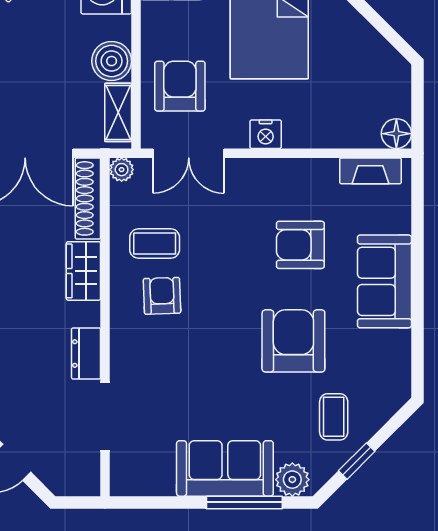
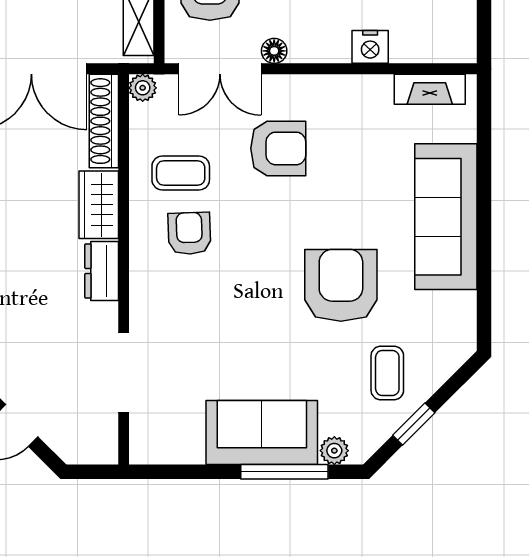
nightstand: (266, 134) -> (370, 47), moved
floor lamp: (396, 134) -> (274, 51), moved, width x0.73, depth x0.73
armchair: (300, 245) -> (278, 148), moved, turned 180
sofa: (384, 281) -> (446, 217), width x1.36
dresser: (86, 354) -> (102, 271), moved
plant: (292, 480) -> (334, 451), width x0.73, depth x0.73

